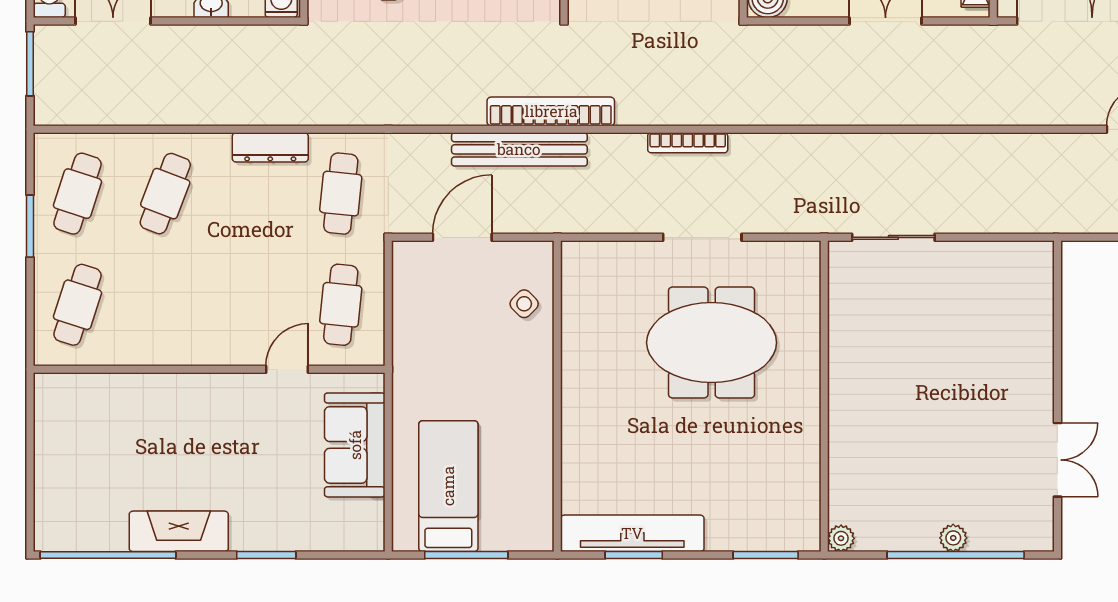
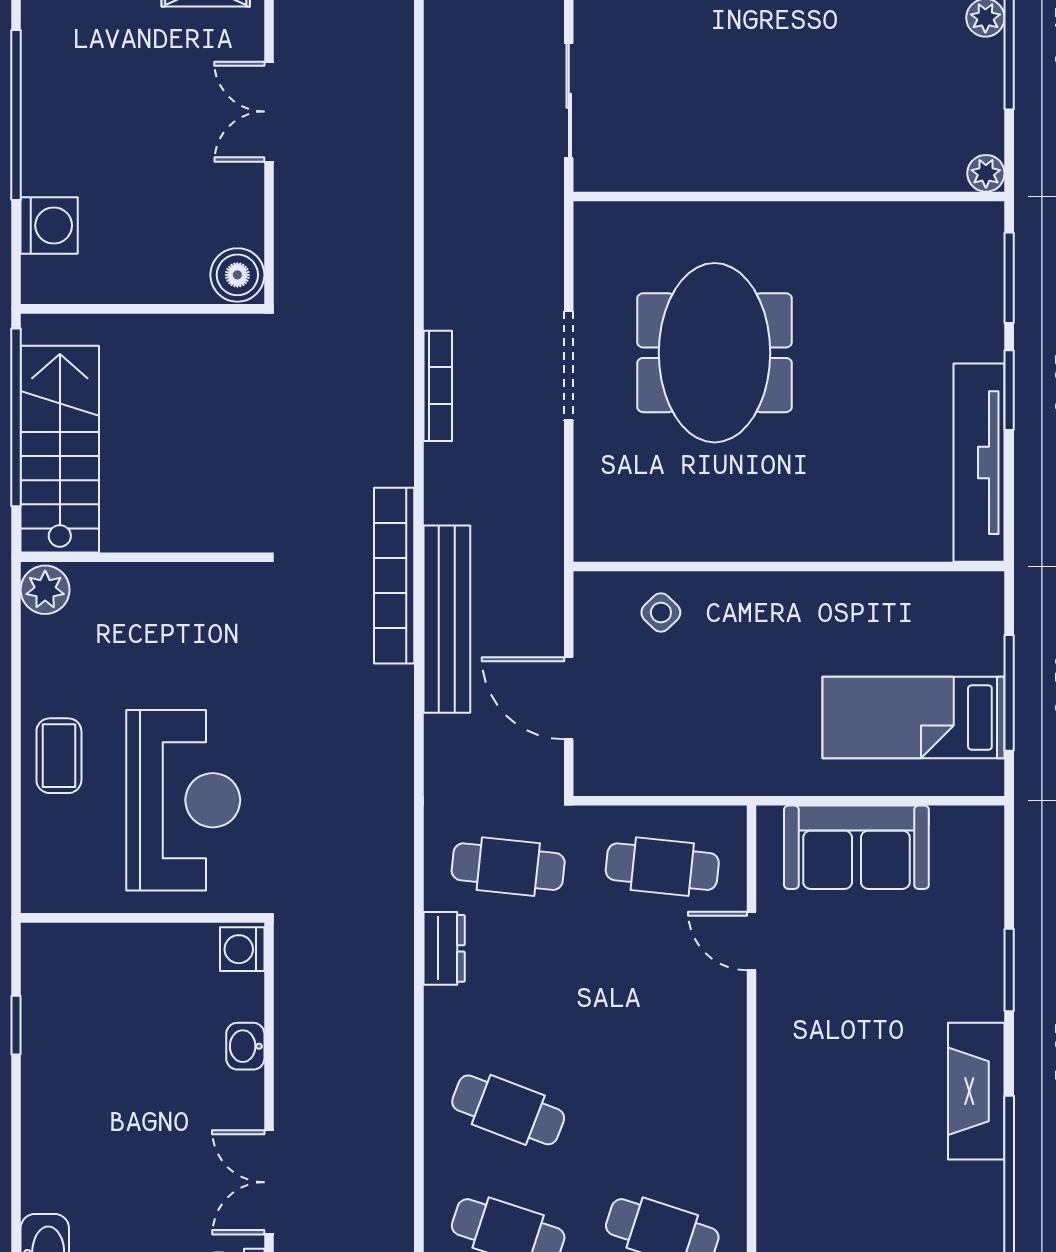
dresser: (270, 147) -> (444, 948), width x0.70
window: (634, 555) -> (1009, 390), moved

